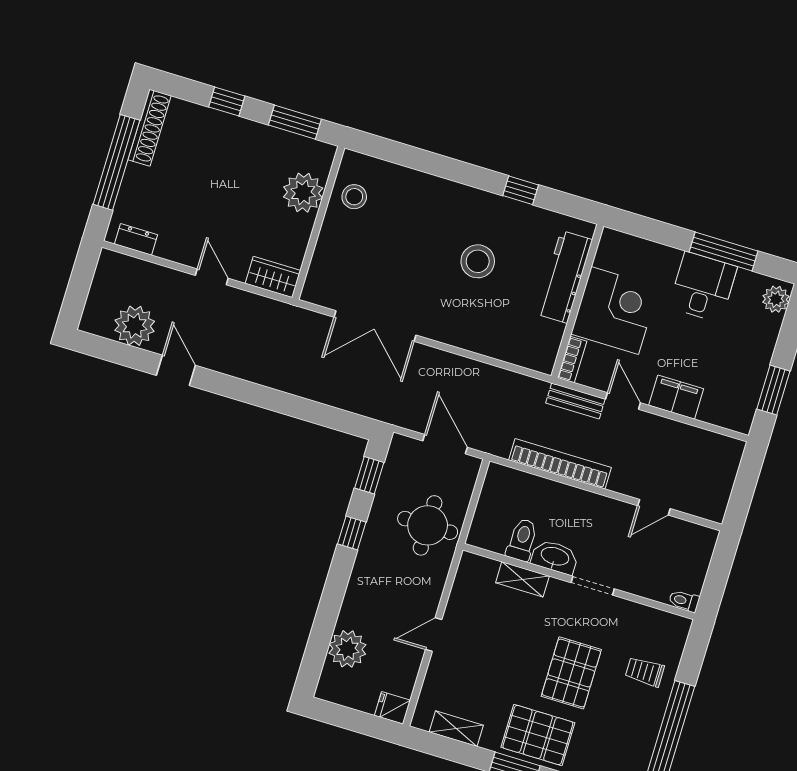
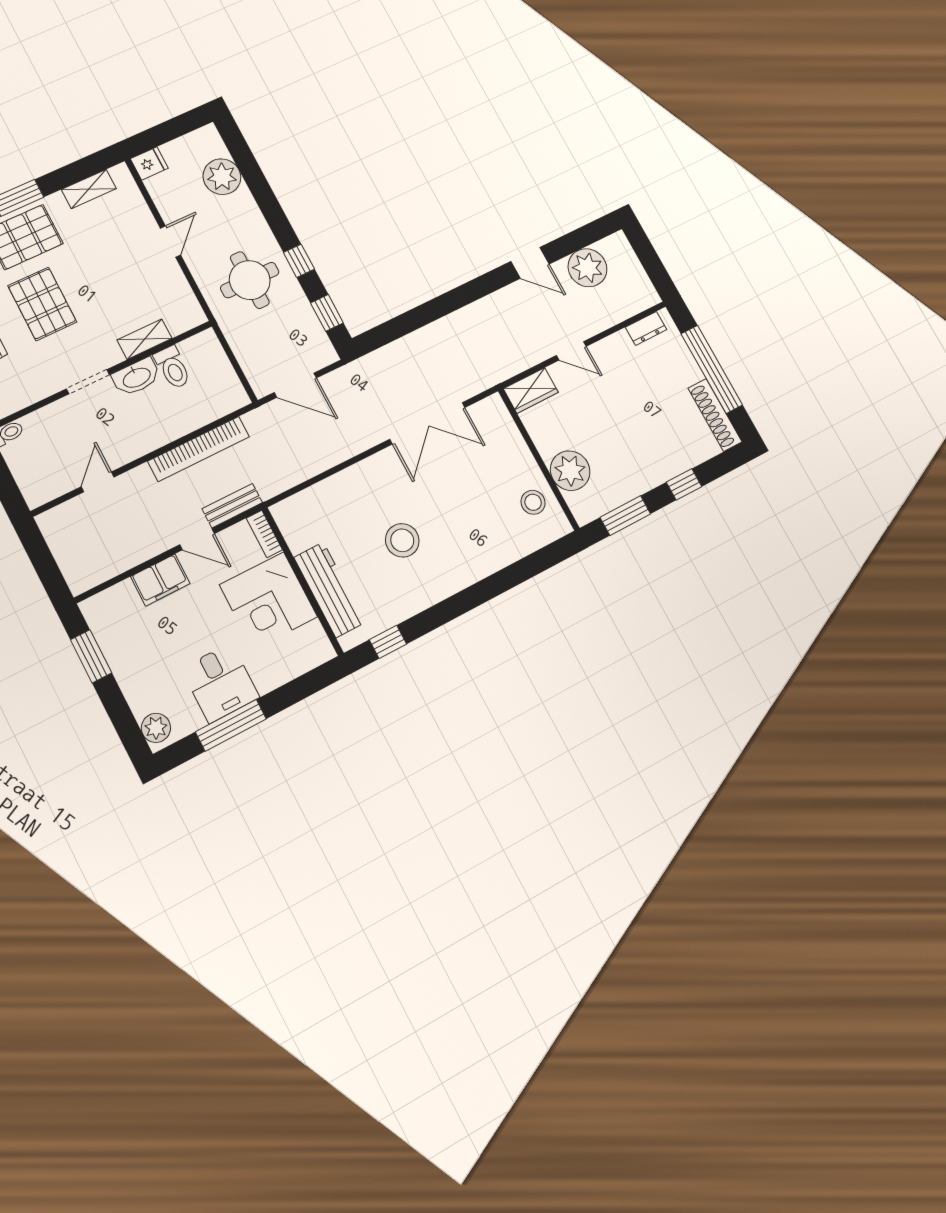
window: (521, 190) -> (388, 642), moved
double door: (375, 326) -> (427, 423), swing flipped
round table: (428, 525) -> (250, 280), moved

